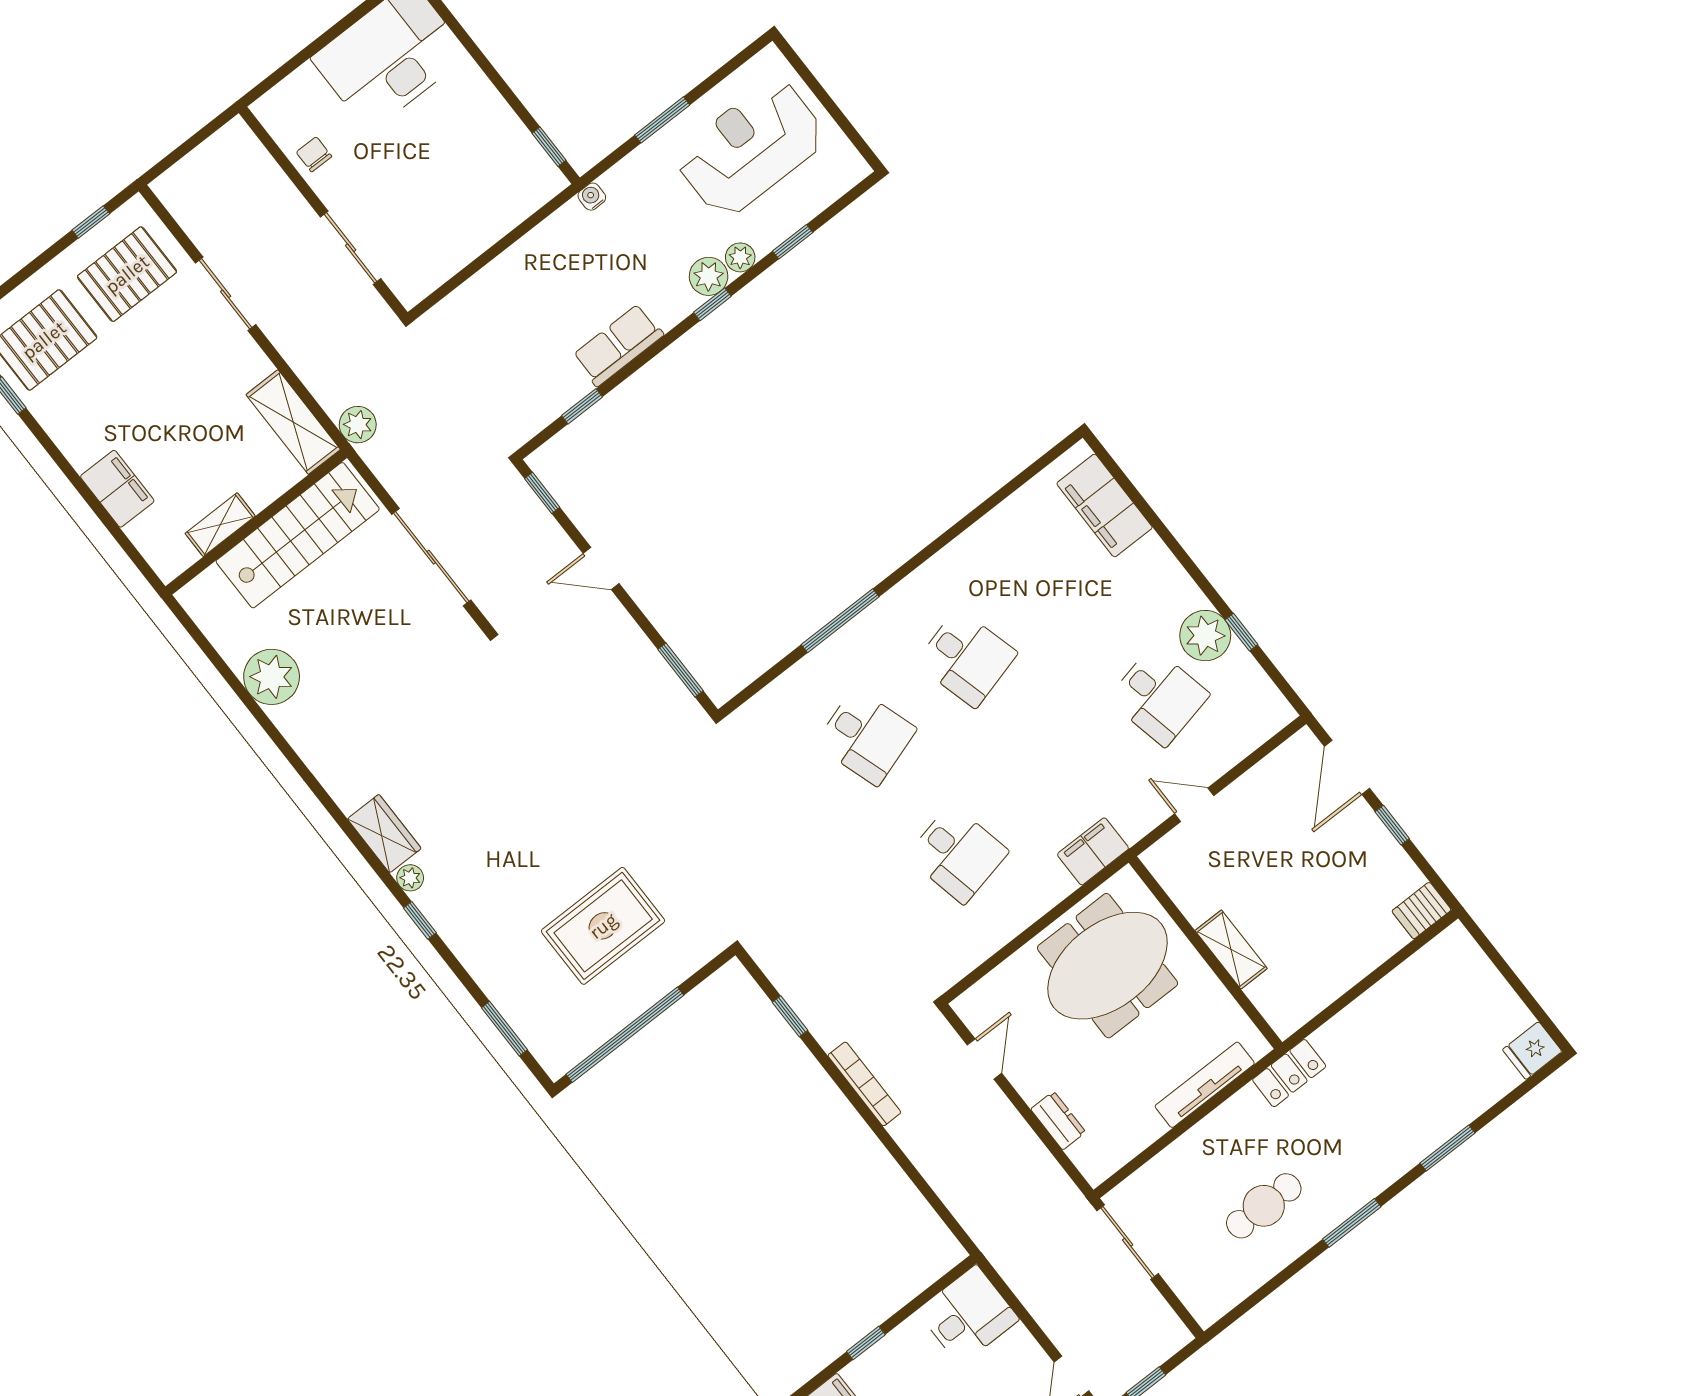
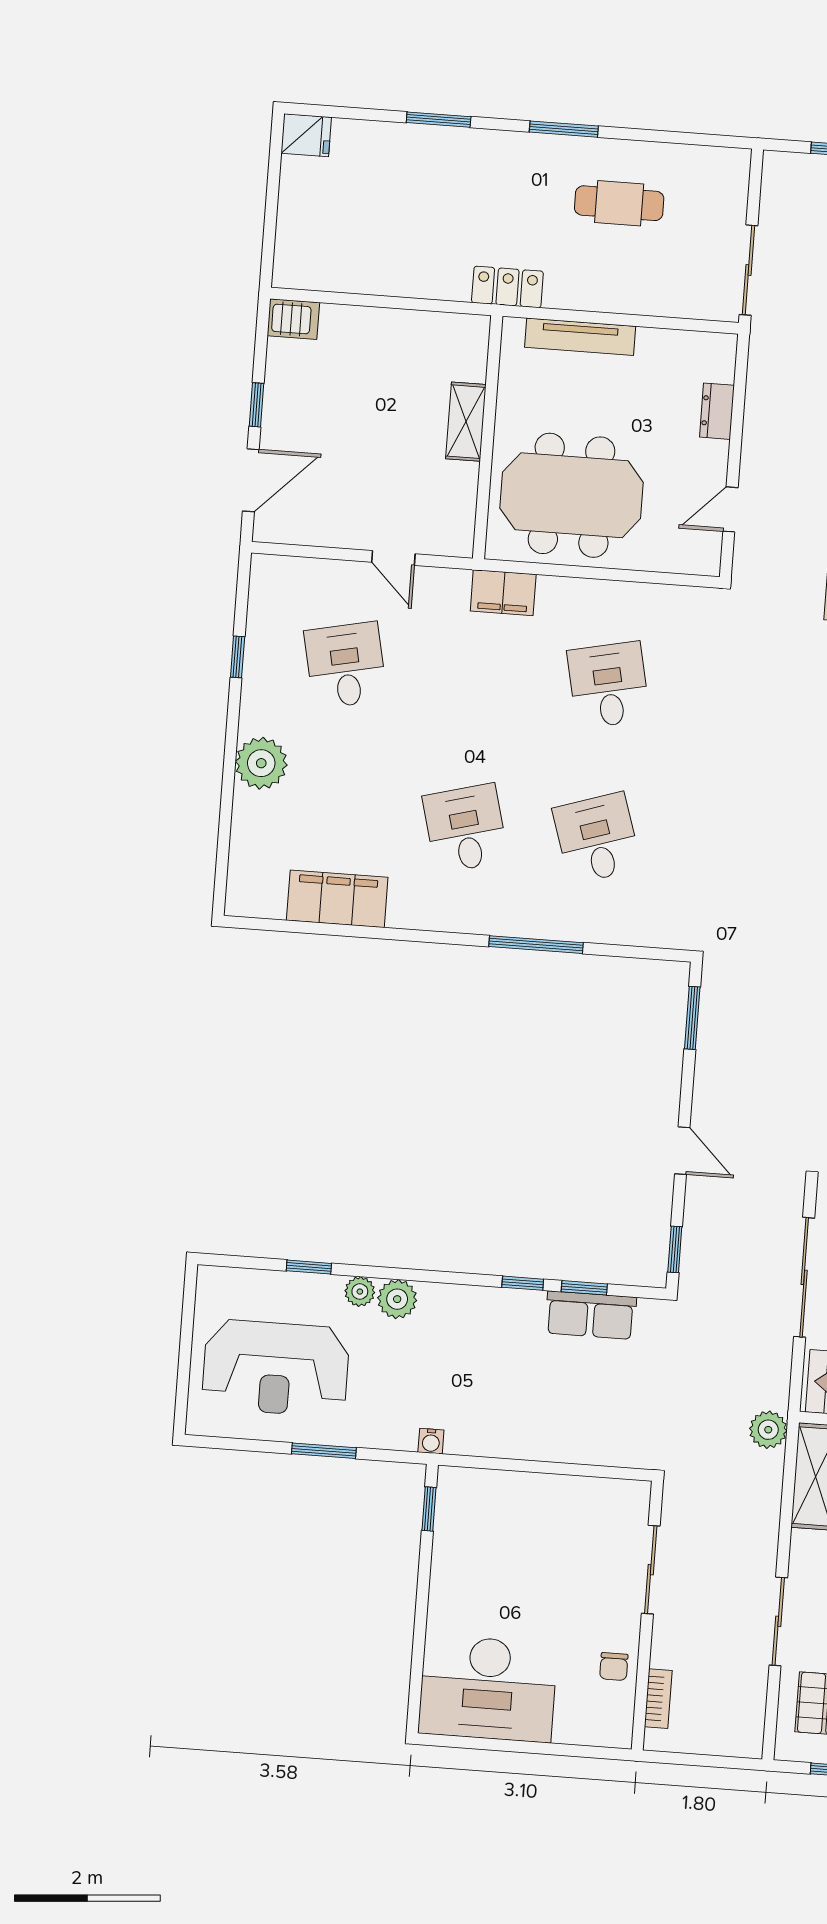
bookcase: (261, 160) -> (658, 1699), added
window: (712, 304) -> (523, 1283), moved
row of seats: (618, 345) -> (591, 1315), moved
filing cabinet: (1105, 506) -> (337, 899), moved, turned -90
plant: (1205, 636) -> (261, 763), moved

